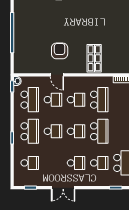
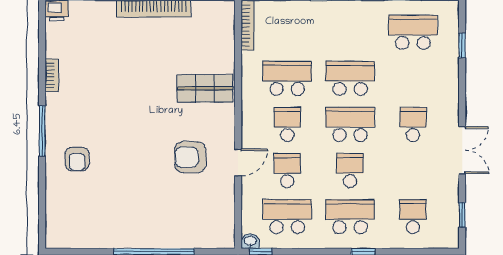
school desk: (76, 131) -> (350, 124), width x1.85
school desk: (99, 163) -> (413, 78), removed

